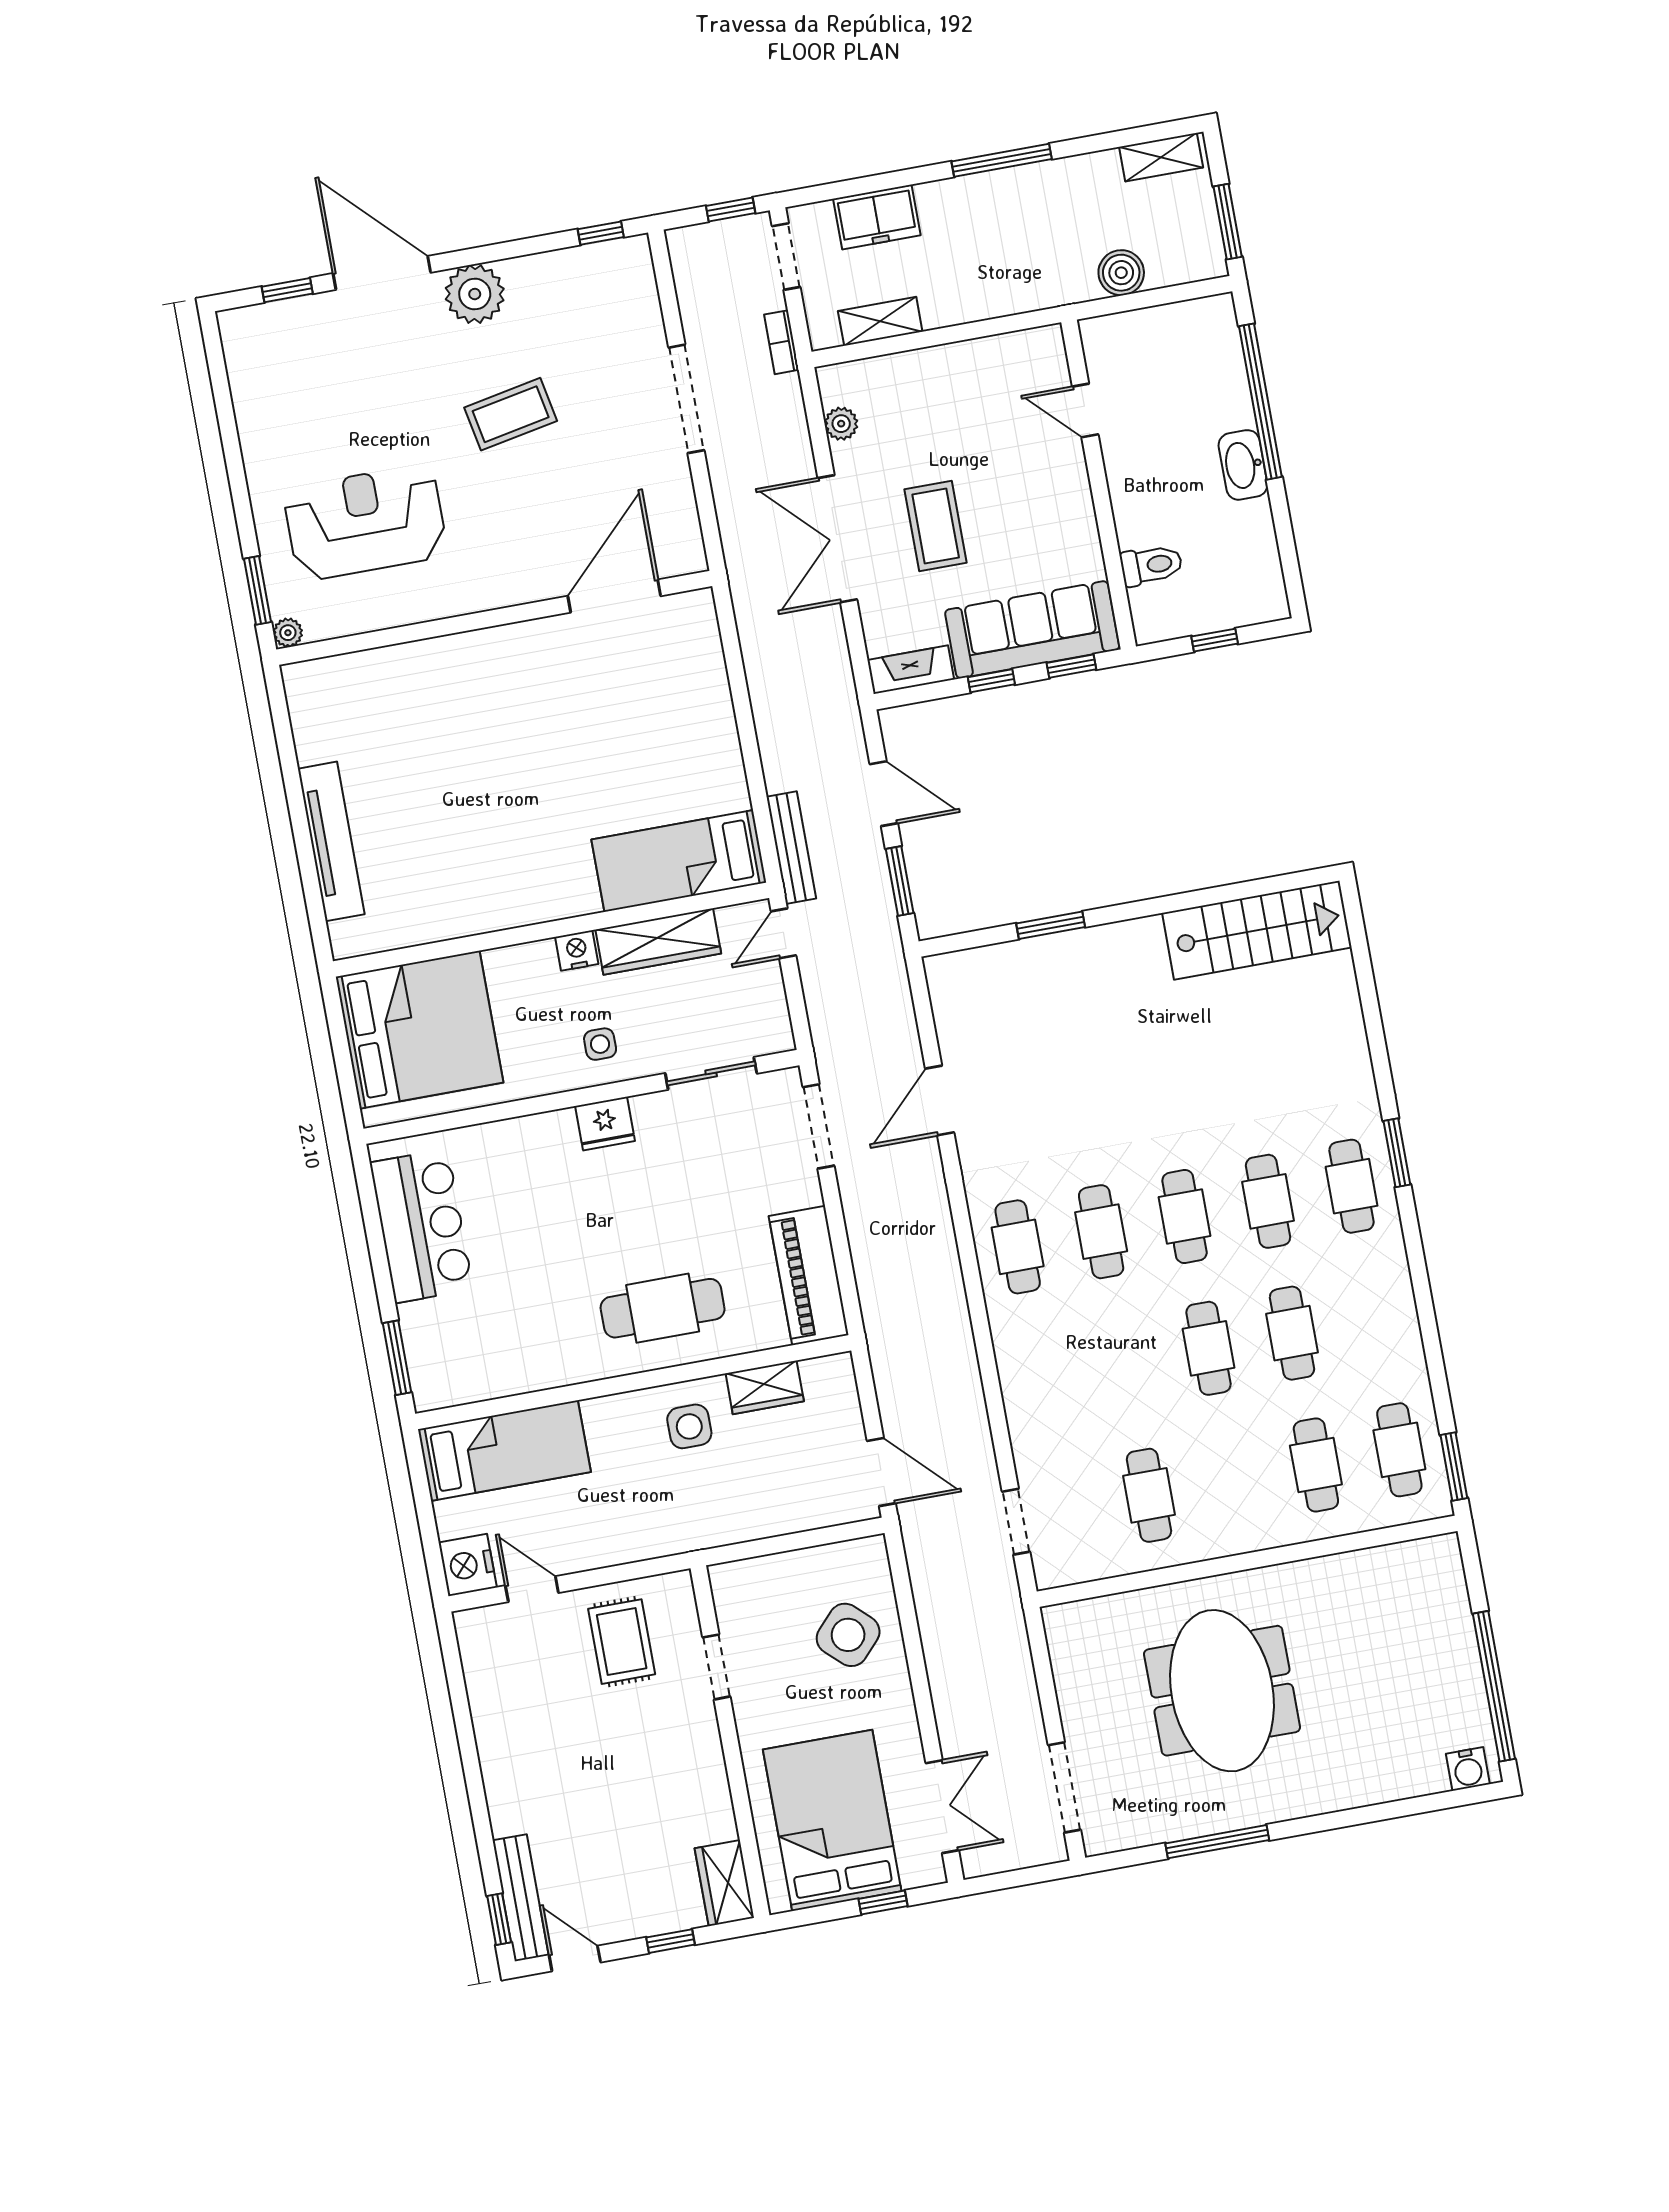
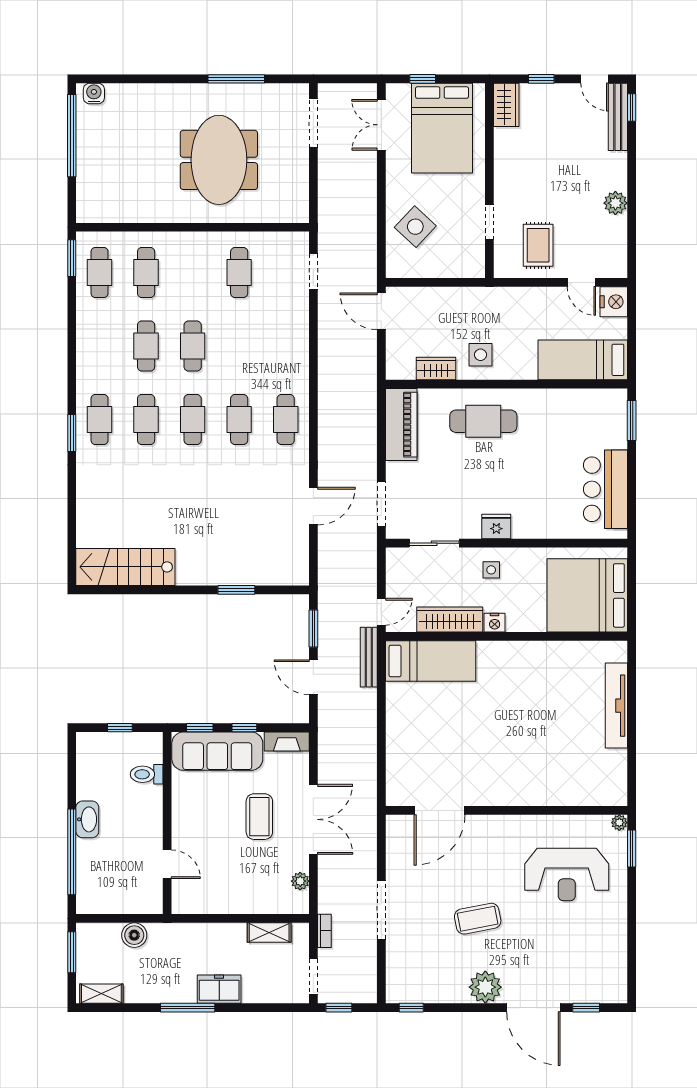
freezer: (877, 217) -> (219, 989), moved
plant: (497, 1743) -> (615, 203), added

